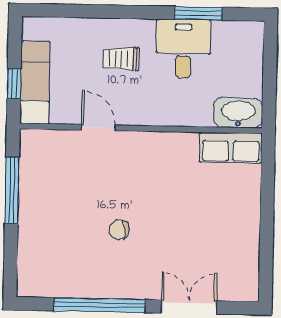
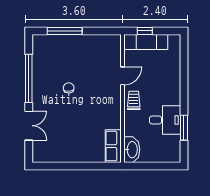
trolley: (121, 59) -> (134, 100), moved
window: (12, 190) -> (65, 31), moved

